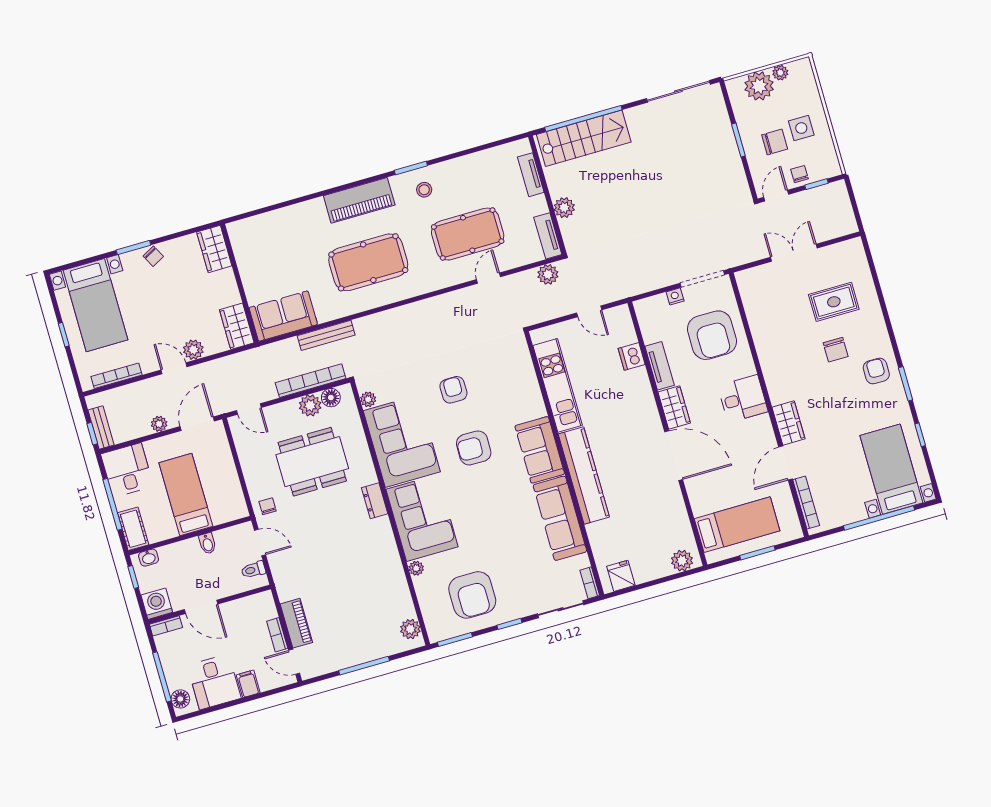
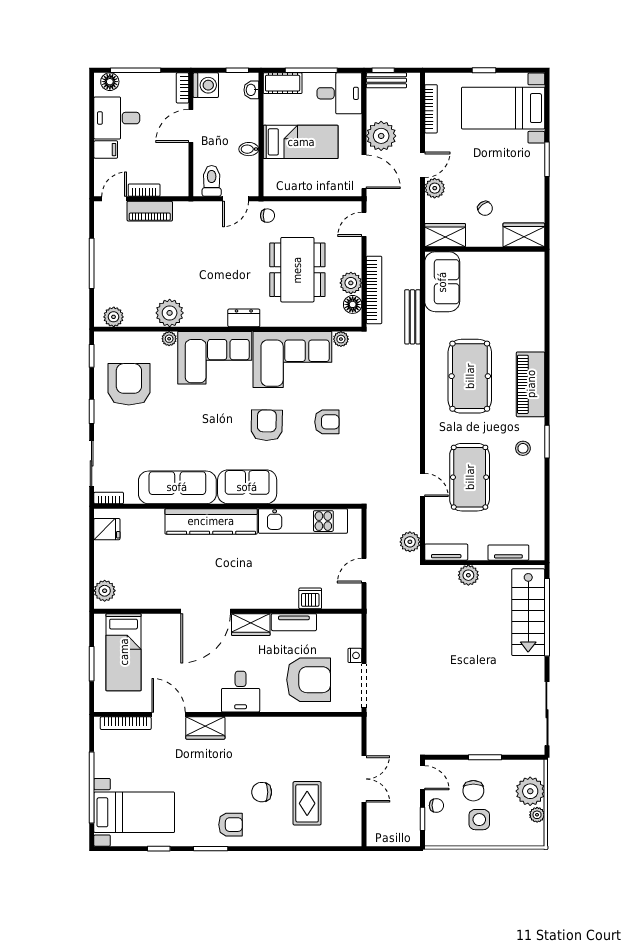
chair: (153, 256) -> (485, 208), moved, turned -98
armchair: (712, 335) -> (309, 680), turned 180
plant: (159, 424) -> (381, 136), width x1.88, depth x1.88
toilet: (253, 570) -> (212, 181), width x1.37, depth x1.39
plant: (391, 575) -> (170, 313), added
armchair: (472, 595) -> (129, 384), turned 90
window: (455, 640) -> (92, 356), width x0.67

